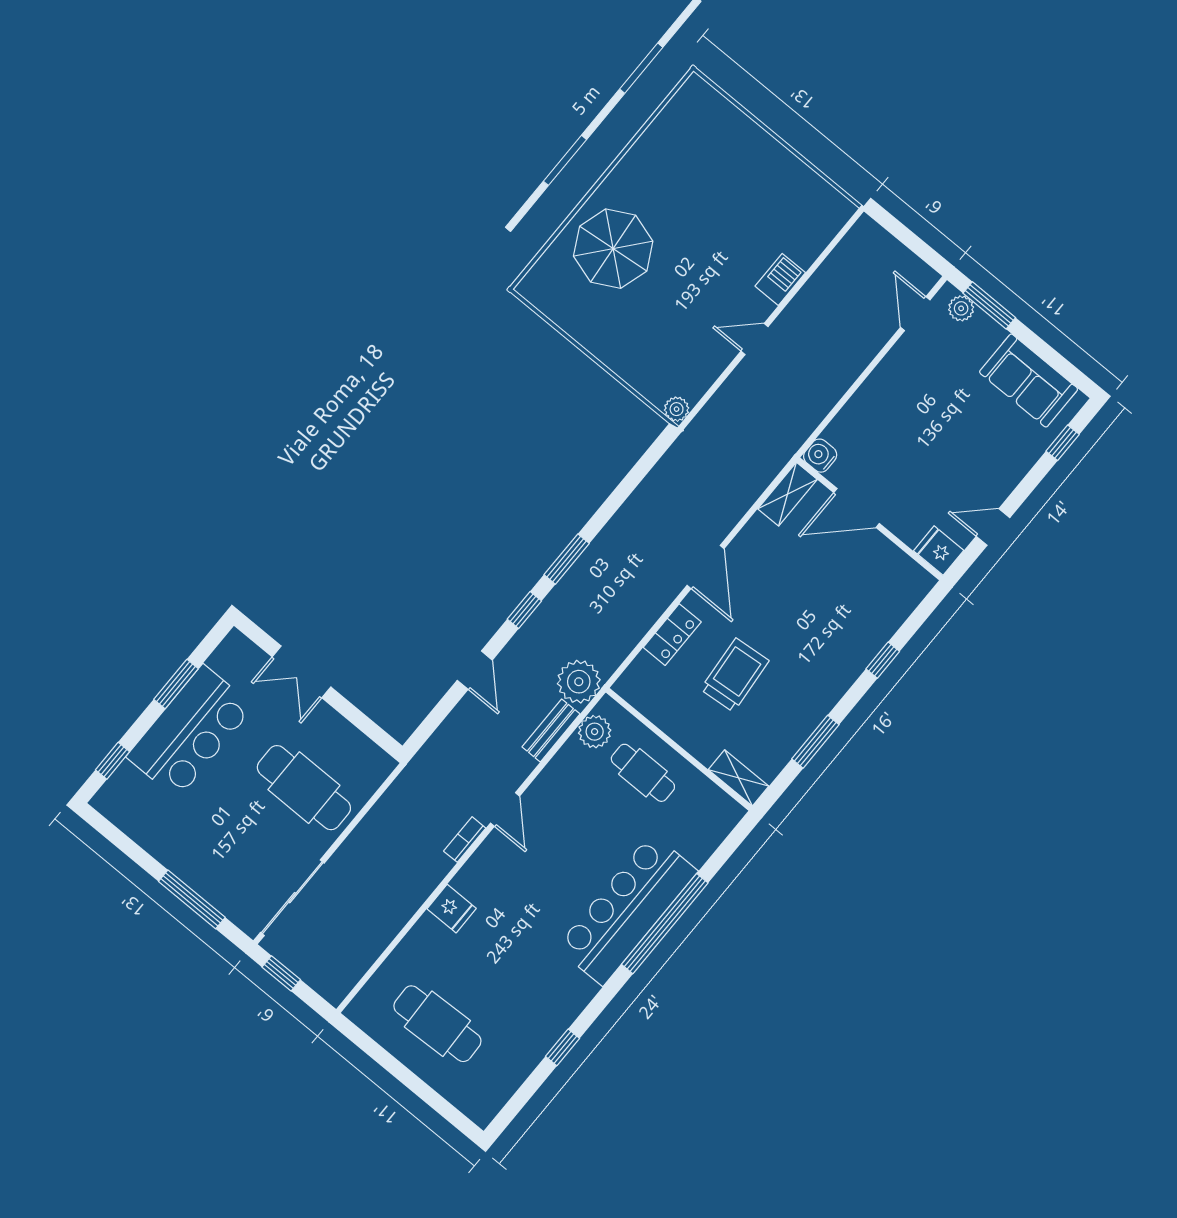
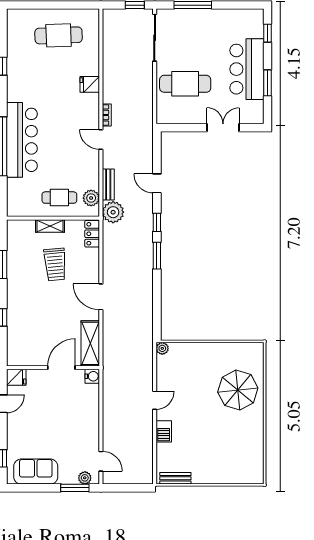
bench: (822, 192) -> (175, 478), added
shelving: (787, 494) -> (90, 343), width x1.50, depth x1.33
locker: (672, 635) -> (92, 234), moved
shelving: (738, 778) -> (50, 226), moved

